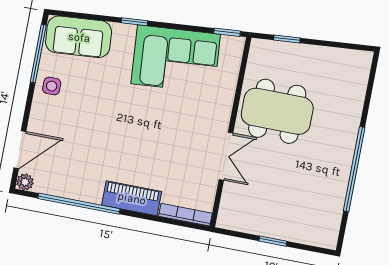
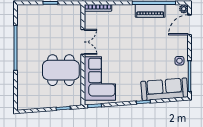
sofa: (79, 37) -> (164, 89), width x1.36
corner sofa: (176, 59) -> (100, 79), moved, turned 94
double door: (226, 156) -> (83, 42), swing flipped
piano: (132, 198) -> (150, 11), moved

